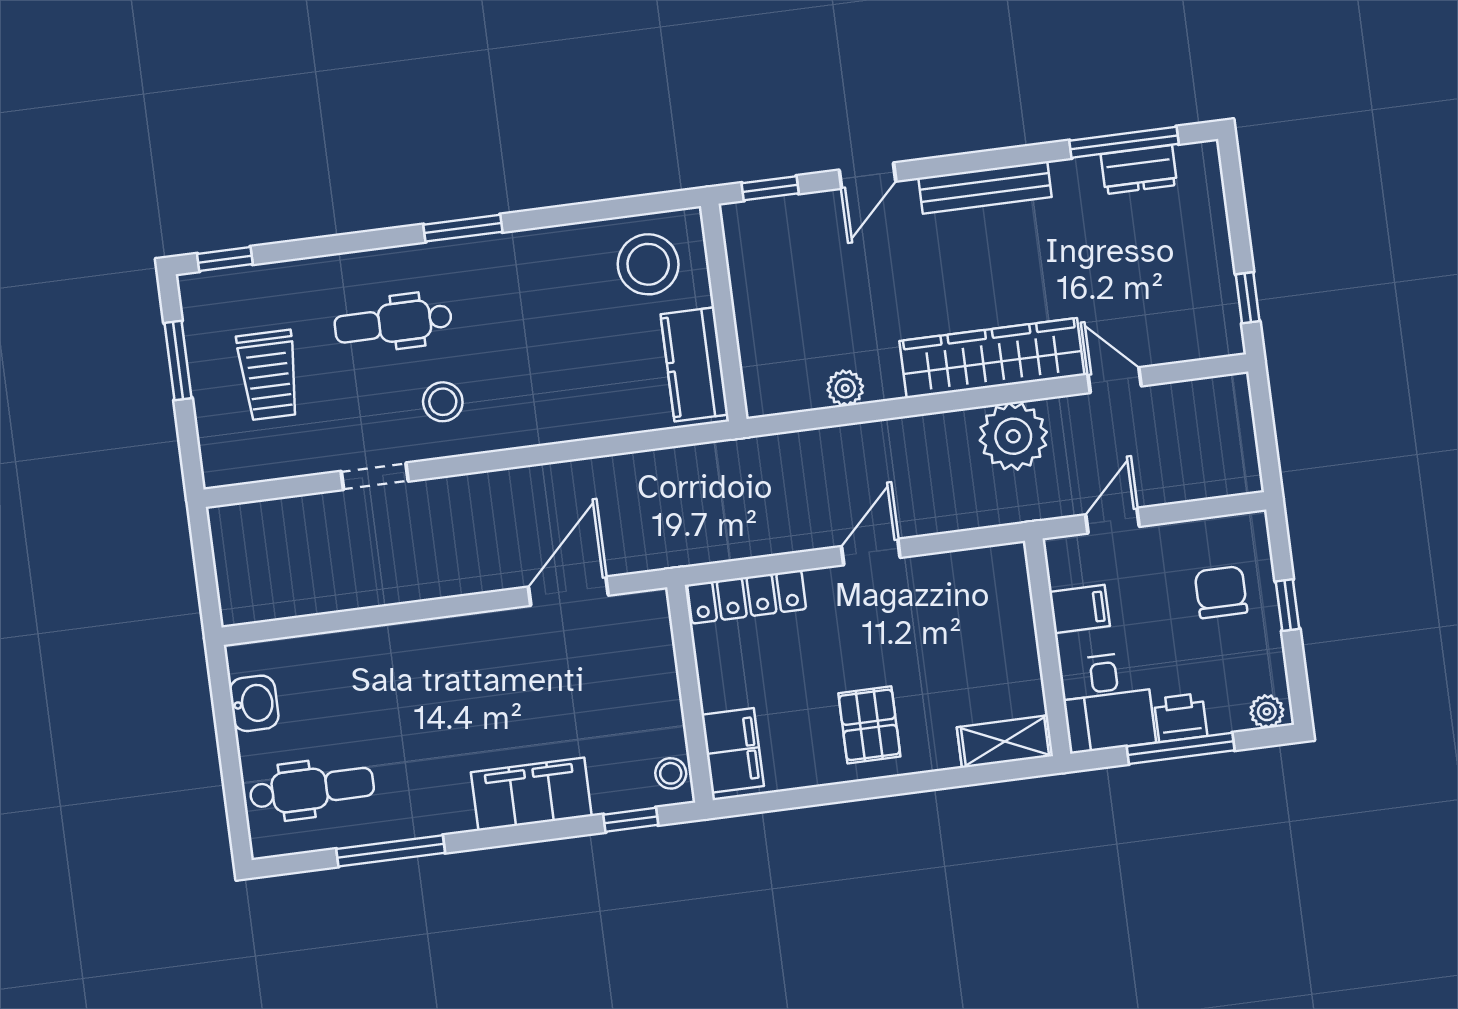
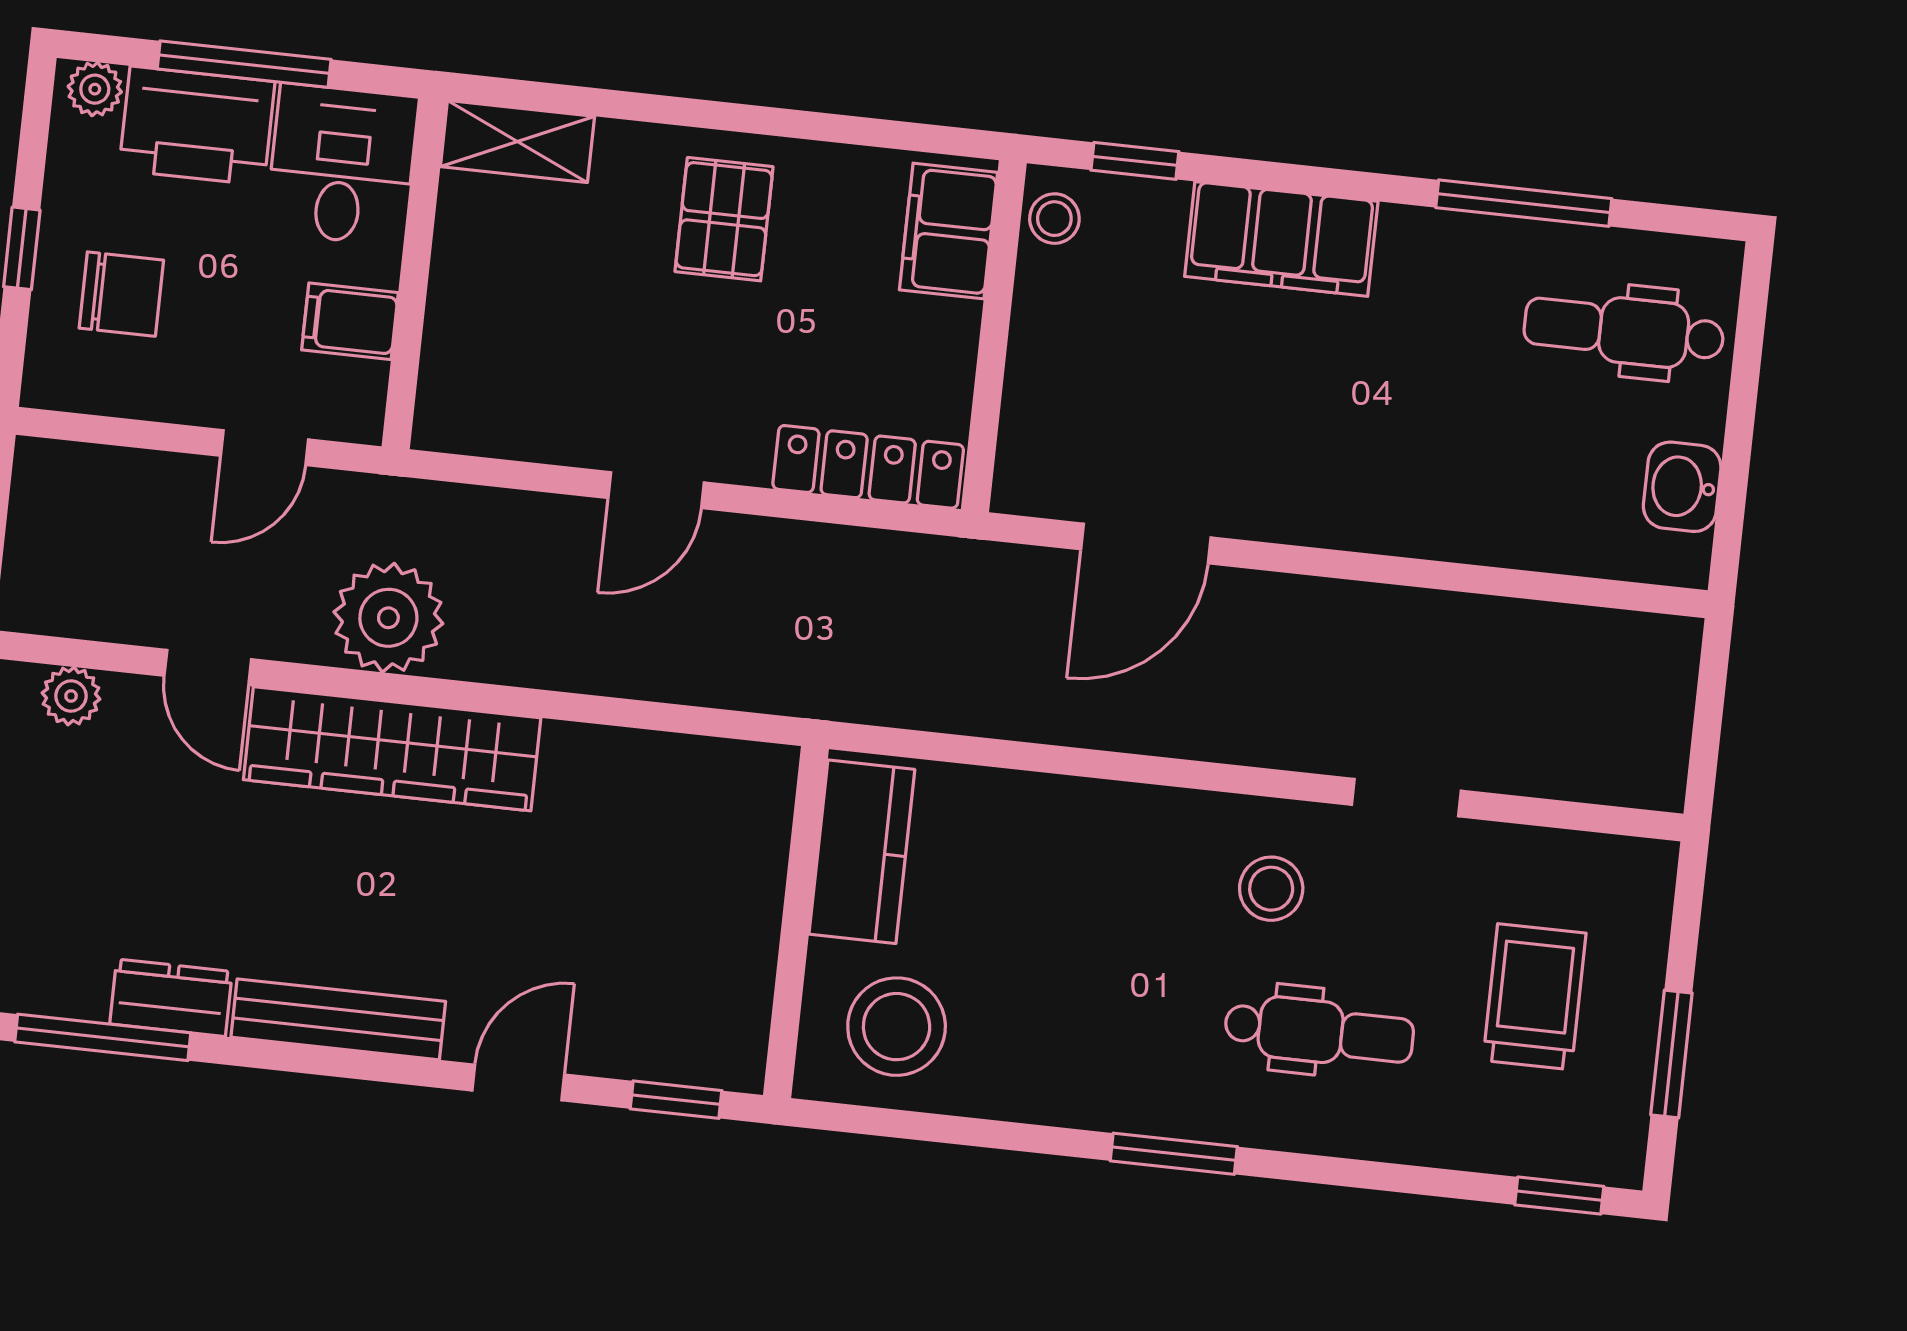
dresser: (1139, 170) -> (171, 998), moved
plant: (845, 388) -> (71, 696), moved
chair: (1221, 592) -> (121, 294), turned -90
printer: (1181, 717) -> (197, 126), width x1.87, depth x1.48

